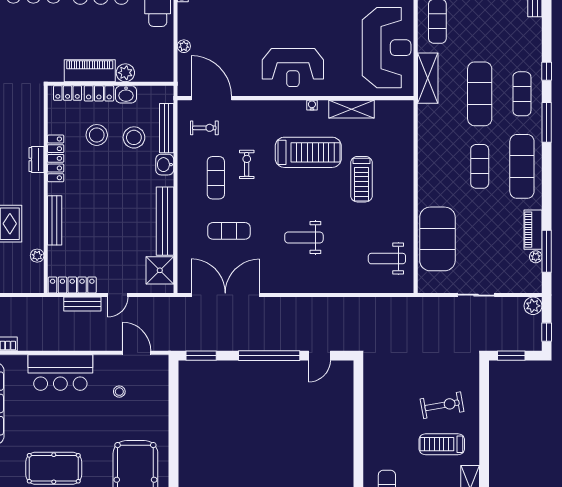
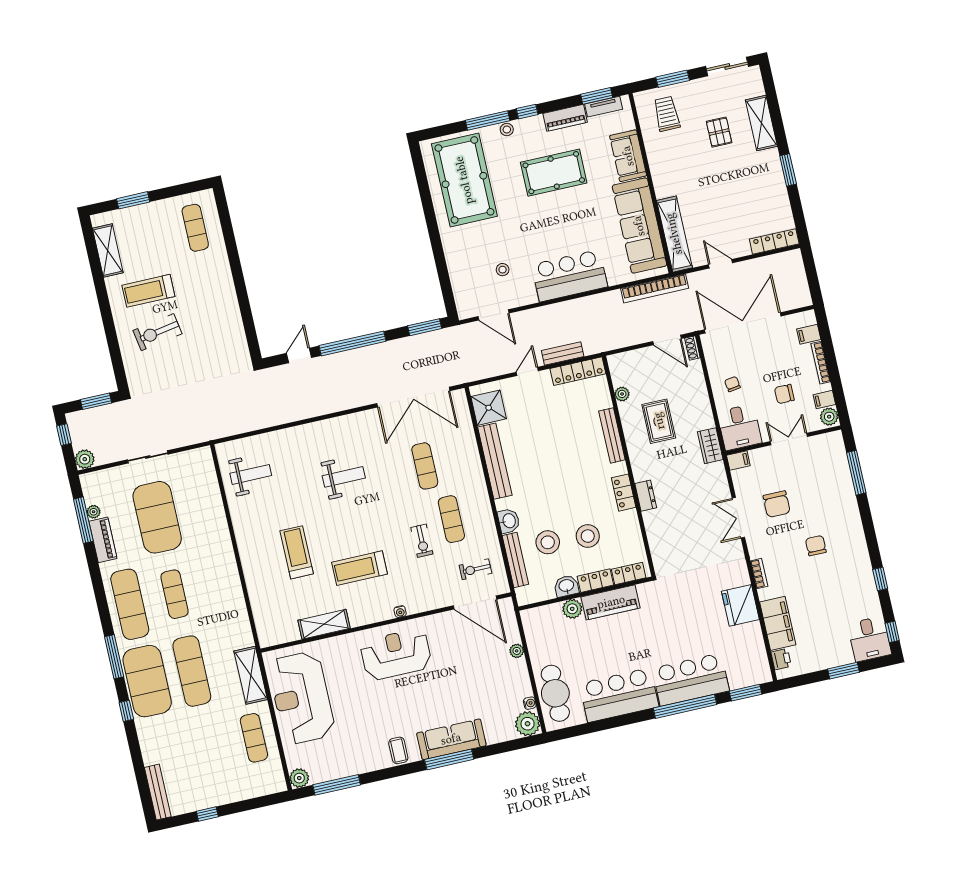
exercise mat: (522, 94) -> (147, 681), width x2.00, depth x1.45
water cooler: (312, 105) -> (400, 612), moved
treadmill: (308, 152) -> (360, 568), width x0.73, depth x0.73
locker: (56, 158) -> (624, 493), width x0.66
exercise mat: (229, 231) -> (425, 466), turned 90
exercise mat: (437, 239) -> (157, 517), moved
treadmill: (442, 444) -> (148, 291), turned 180

